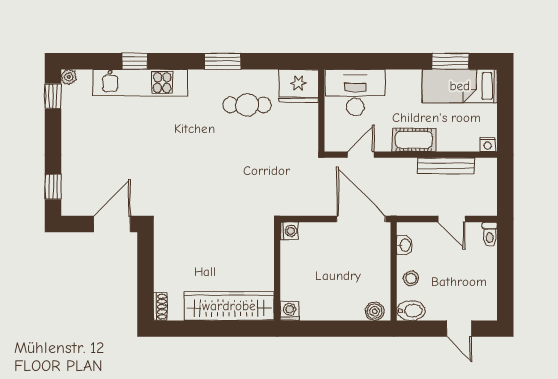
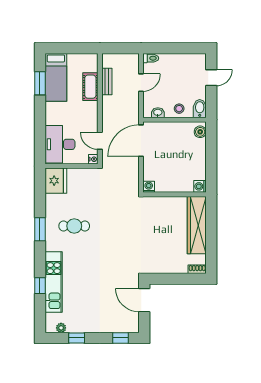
plant: (69, 77) -> (61, 328), moved
window: (53, 96) -> (77, 338), moved
cafe table: (247, 105) -> (74, 226), moved, turned 90
cot: (414, 140) -> (90, 87), moved
nightstand: (488, 144) -> (93, 159), moved
bench: (446, 166) -> (107, 82), width x0.73

